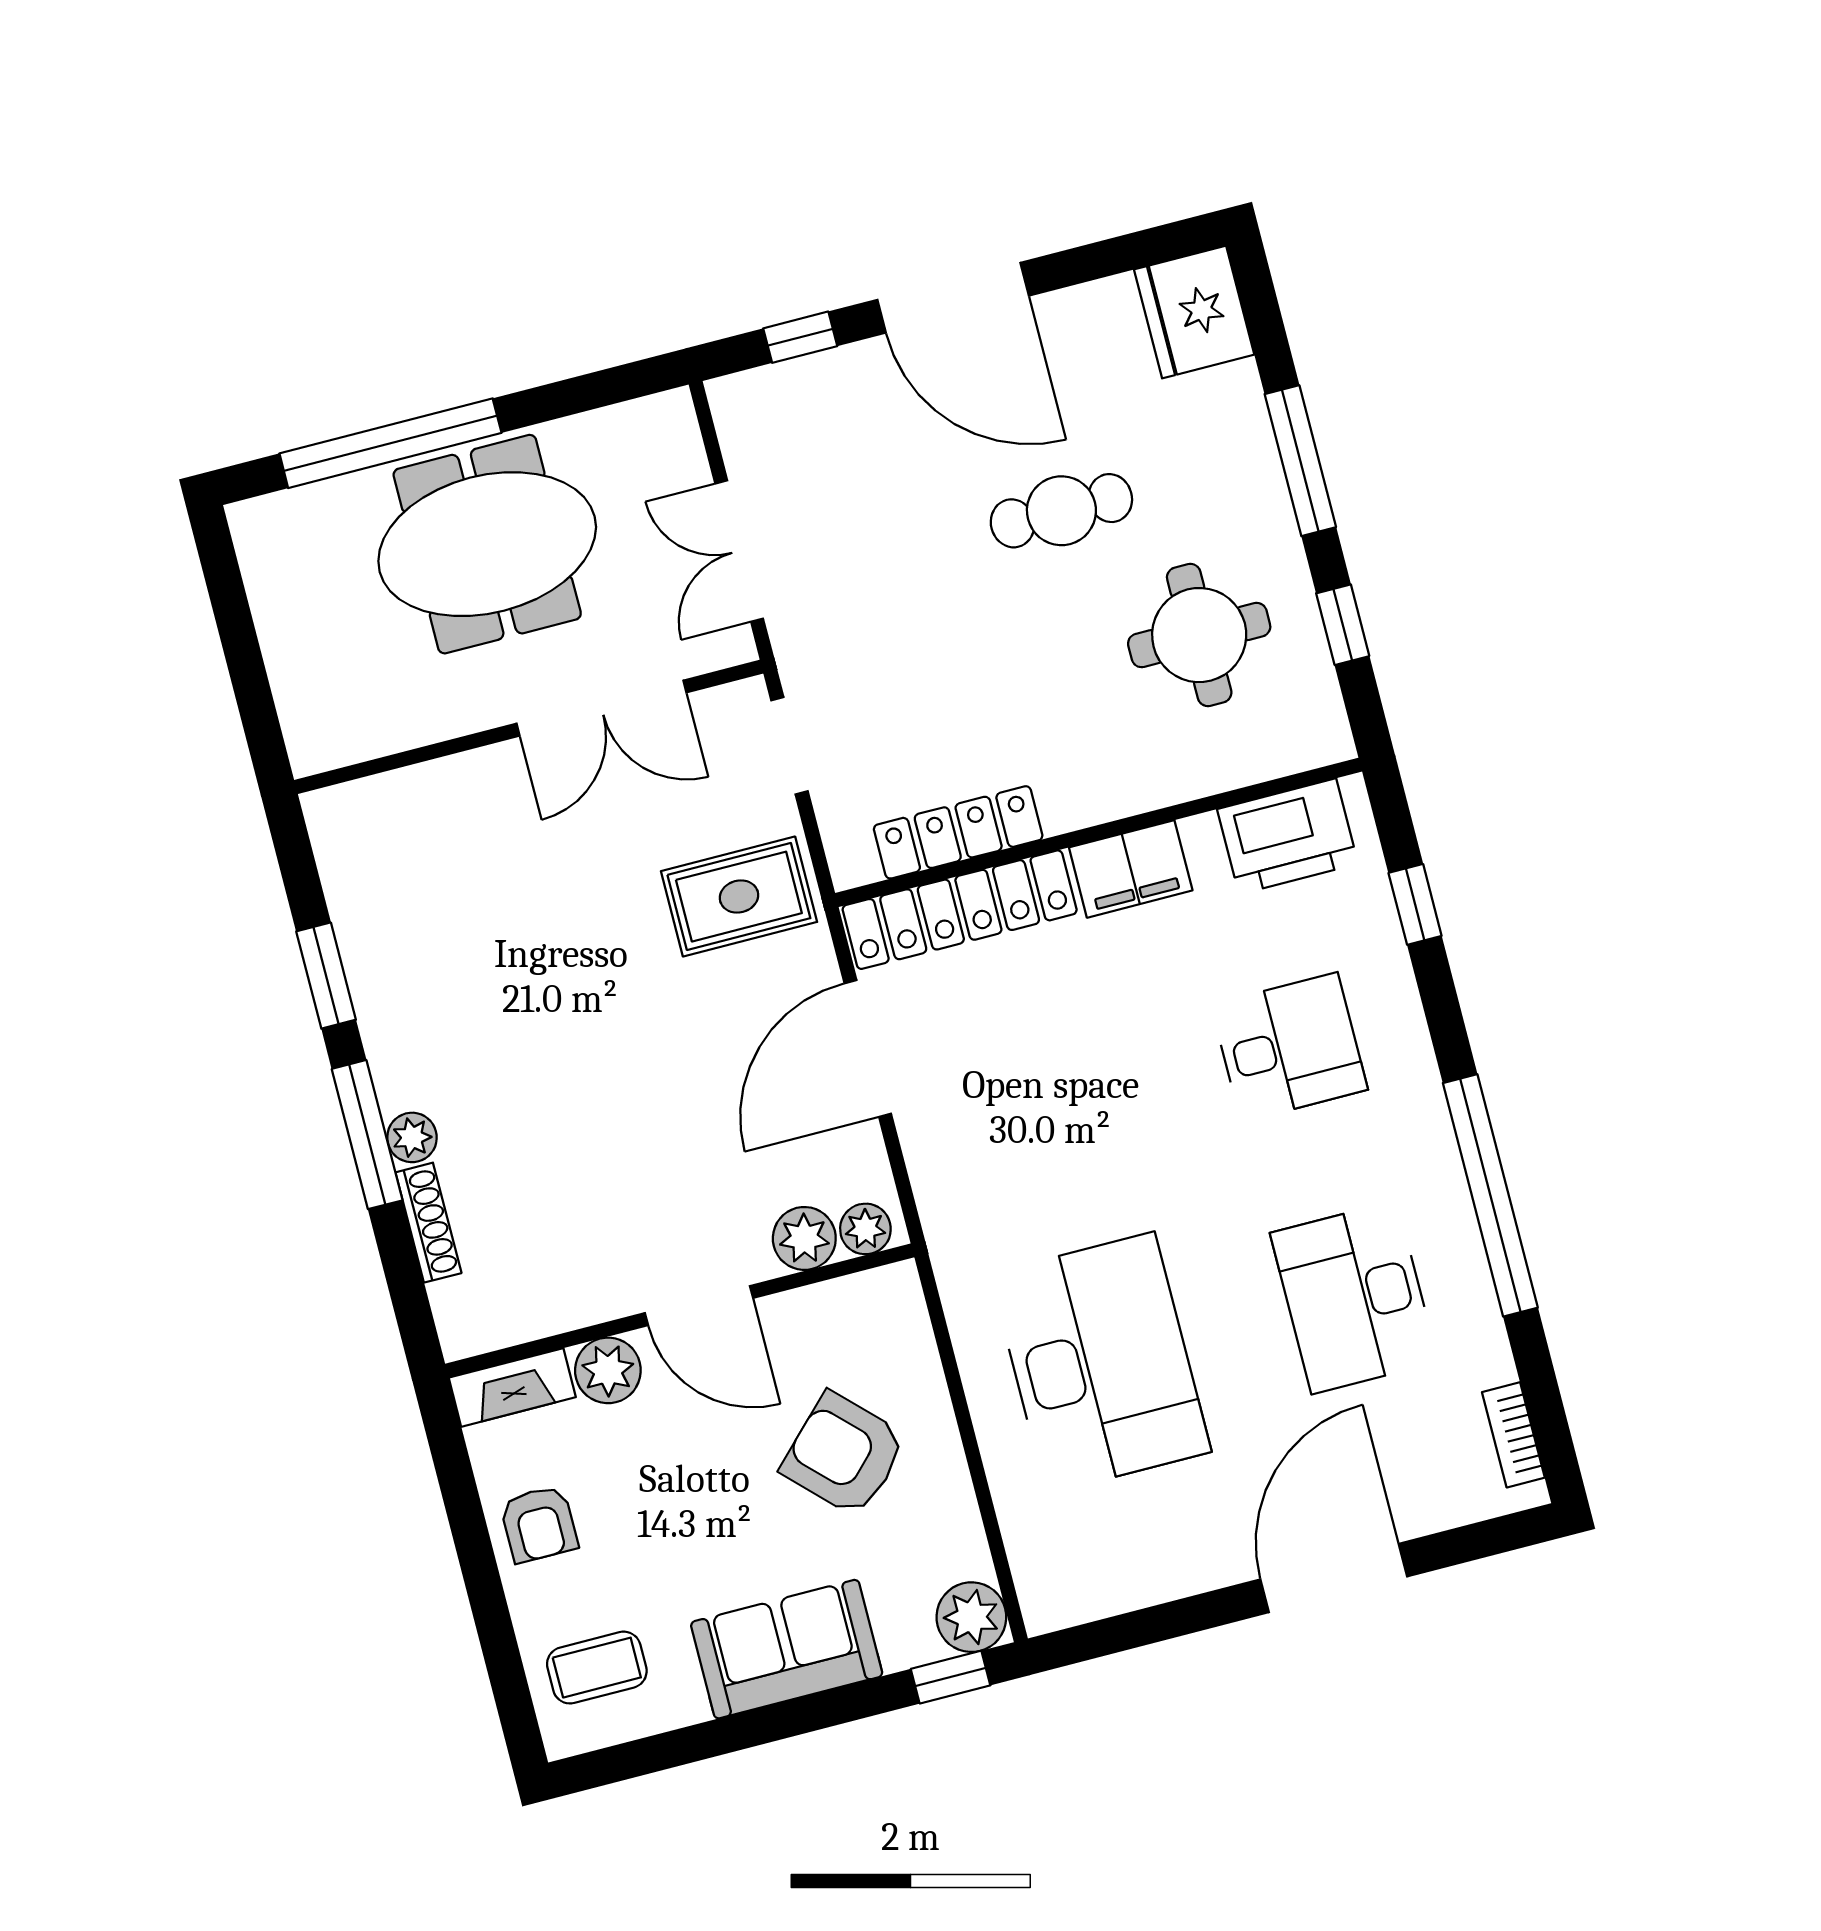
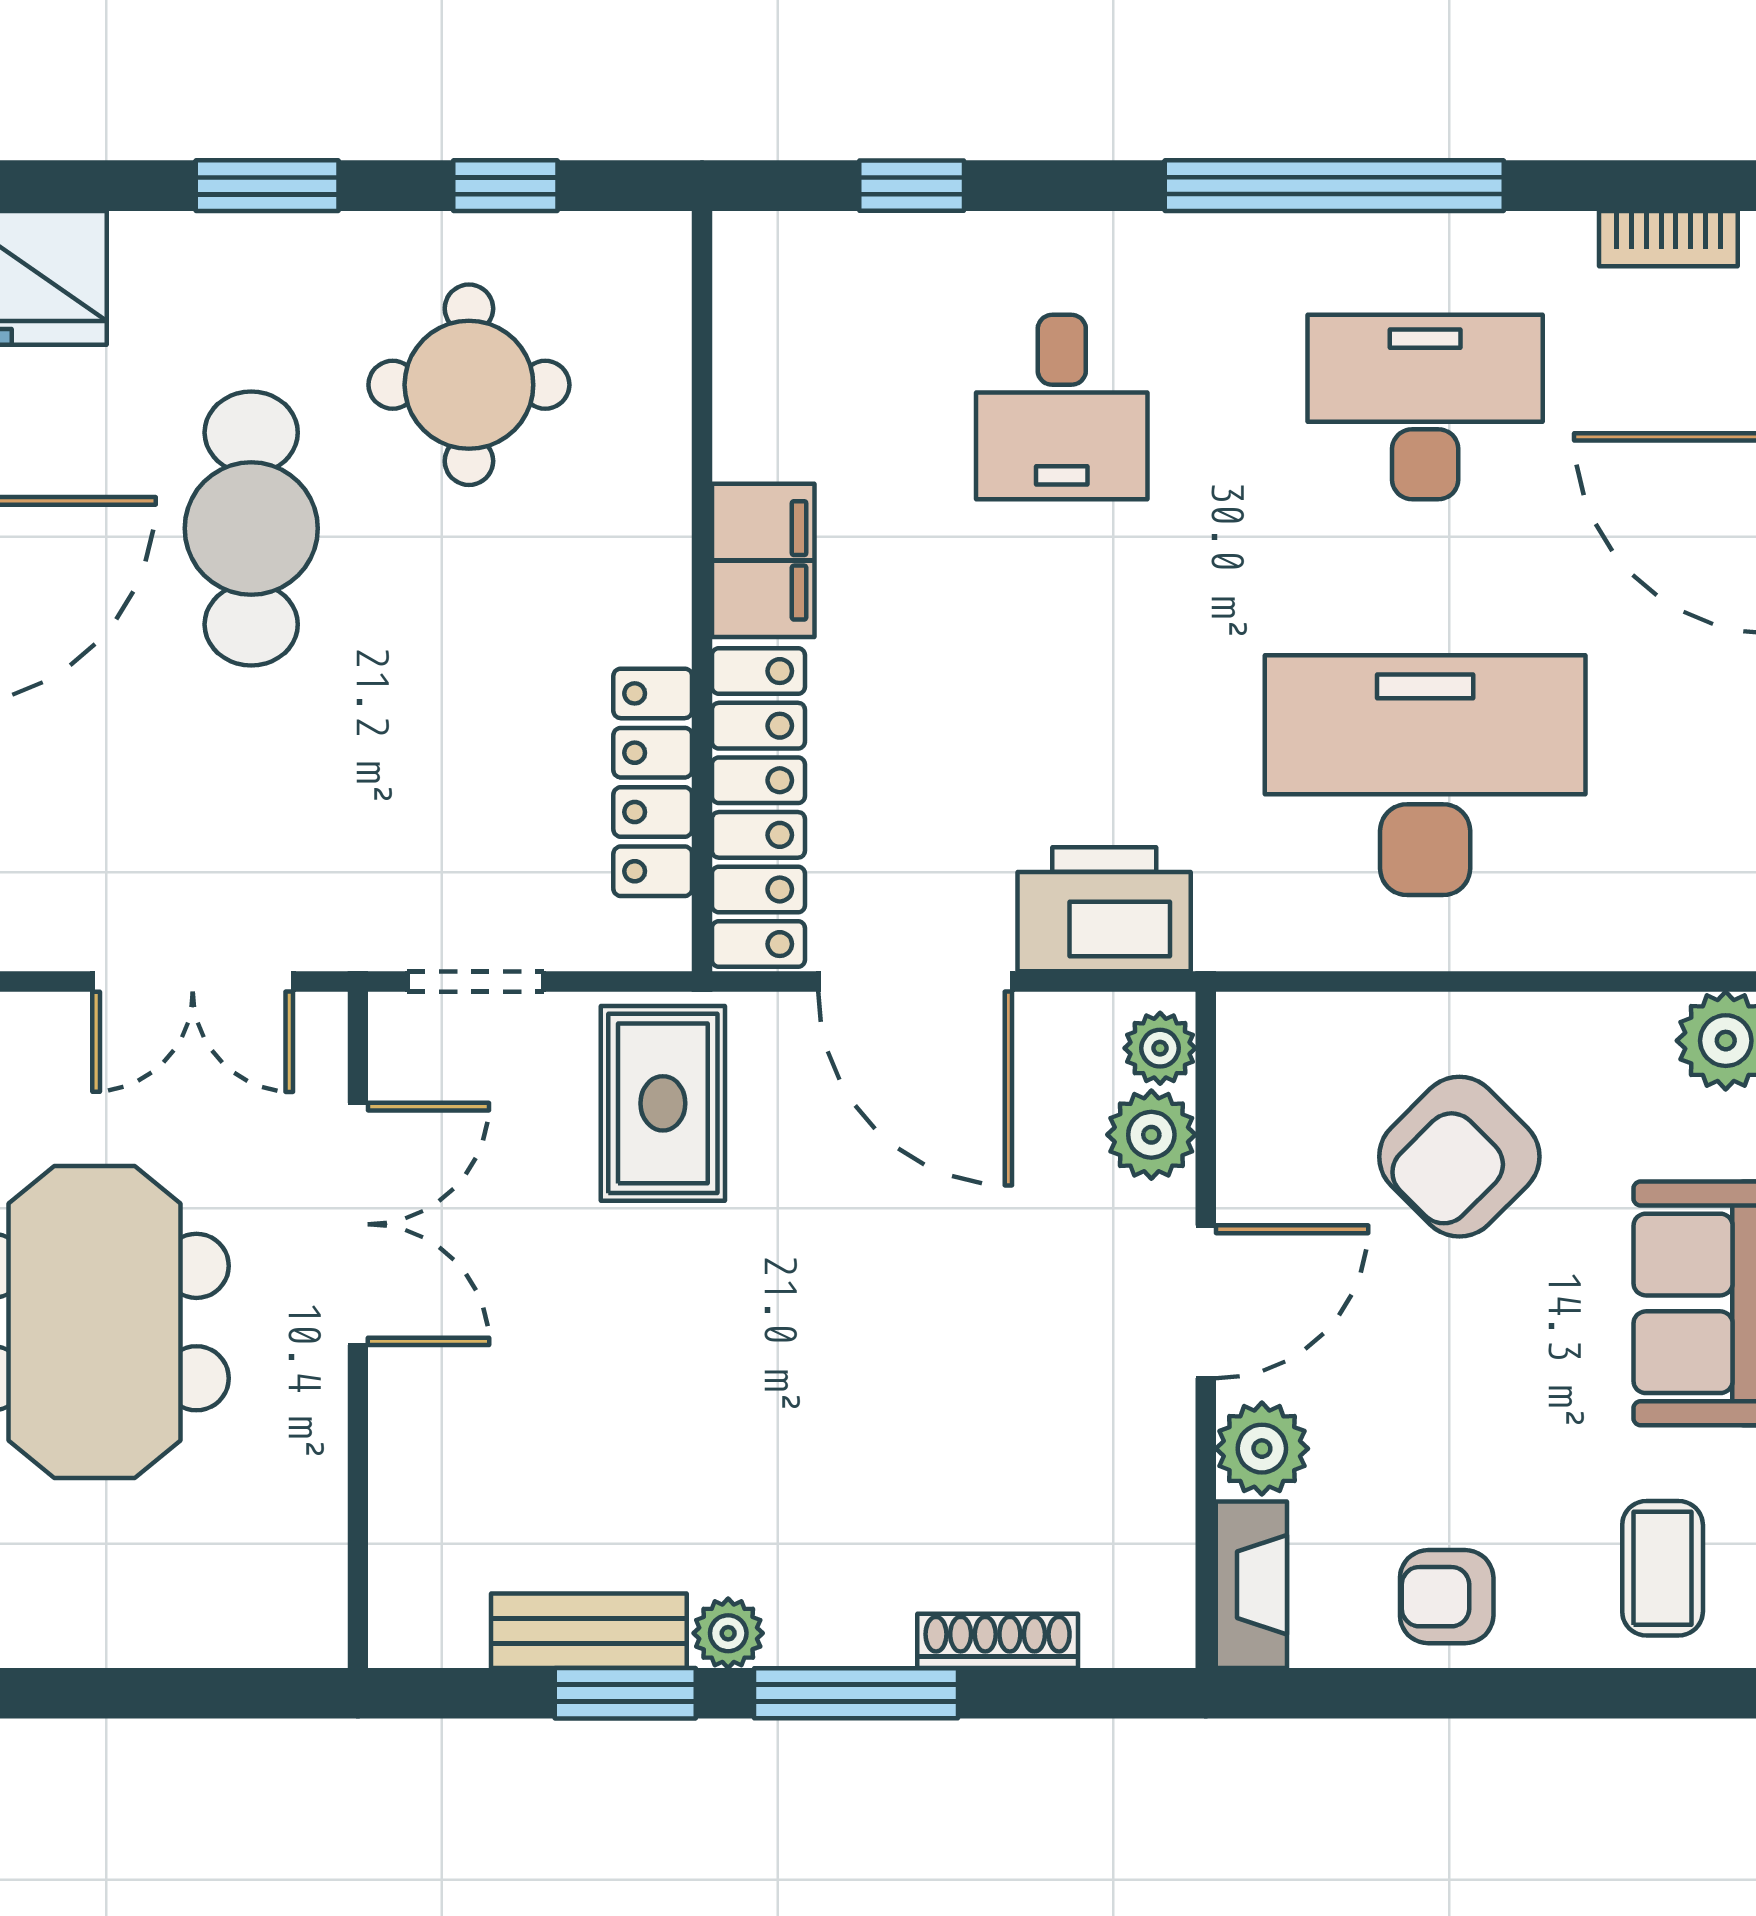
window: (1300, 461) -> (267, 186), width x0.69
cafe table: (1061, 511) -> (251, 528), width x1.37, depth x1.35
printer: (1288, 836) -> (1104, 909), moved, turned -90
bench: (363, 939) -> (589, 1631), added
desk: (1289, 1047) -> (1062, 407), turned 180
plant: (412, 1137) -> (728, 1633), moved
desk: (1354, 1297) -> (1425, 407), turned 180
armchair: (539, 1524) -> (1447, 1597), turned 180

